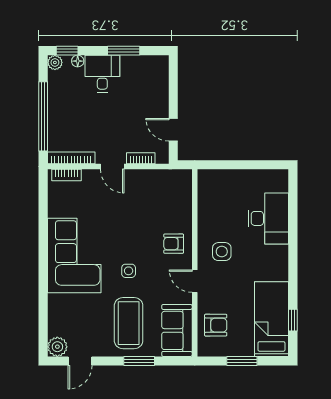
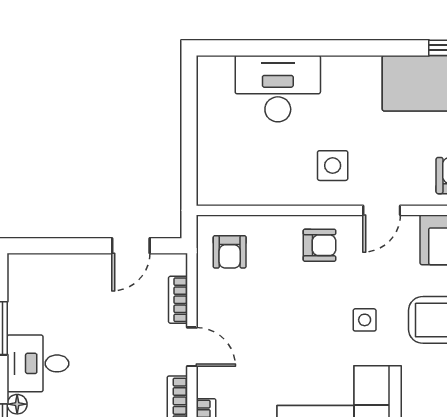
door: (112, 167) -> (192, 347), hinge flipped
armchair: (170, 189) -> (230, 252), added
armchair: (174, 244) -> (319, 245), turned -90

